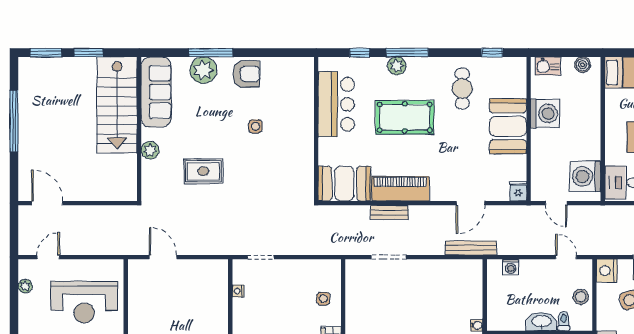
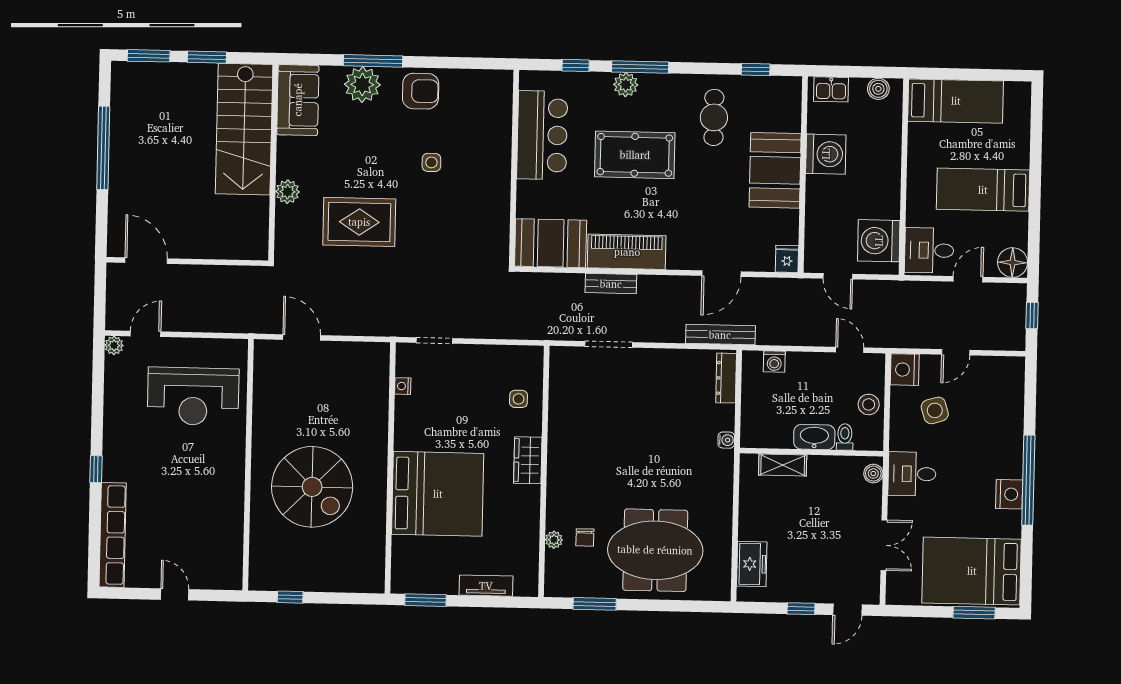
sofa: (156, 92) -> (298, 100), width x0.73
rug: (203, 171) -> (359, 222), width x1.36, depth x1.43
dresser: (476, 280) -> (726, 378), added
plant: (25, 286) -> (114, 345), moved

